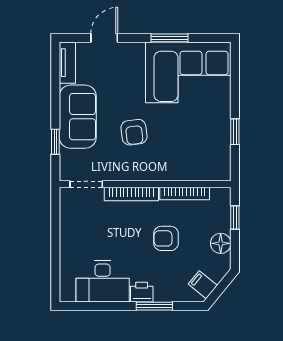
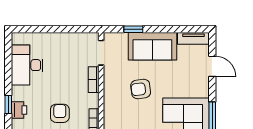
bookcase: (131, 194) -> (94, 80), width x0.64
printer: (142, 292) -> (19, 110), moved
window: (154, 306) -> (8, 105), width x0.67

